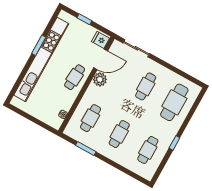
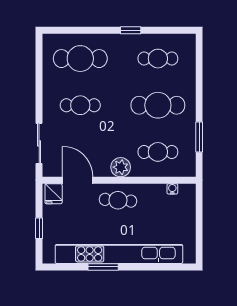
plant: (100, 79) -> (121, 167), moved
cafe table: (119, 134) -> (158, 105), width x1.37, depth x1.35

